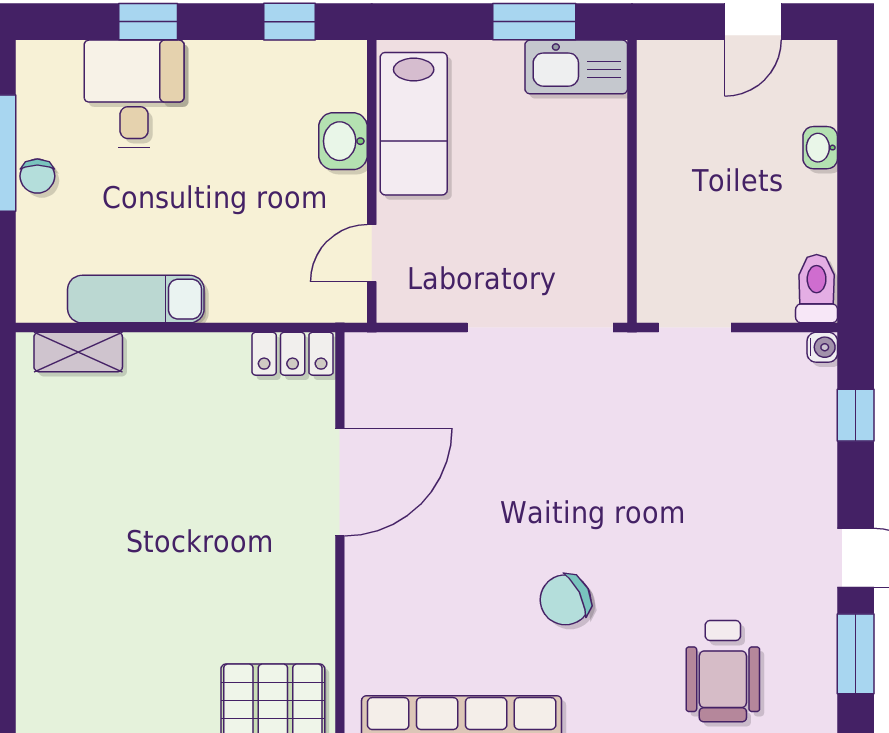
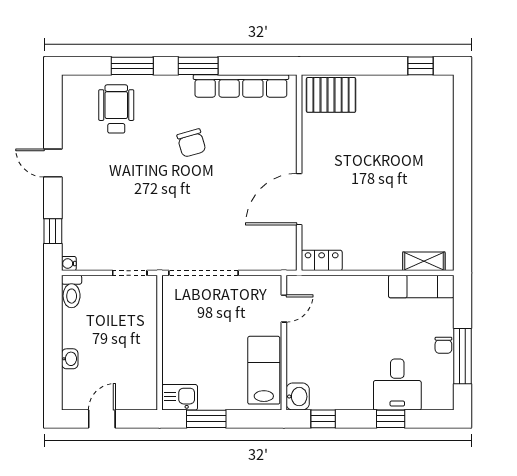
kitchen sink: (576, 67) -> (180, 397), width x0.73
washbasin: (343, 141) -> (298, 397), moved
chair: (37, 176) -> (443, 345), turned 180
exam couch: (136, 299) -> (421, 286), moved
chair: (565, 600) -> (191, 143), turned 101
window: (856, 654) -> (53, 117), removed

